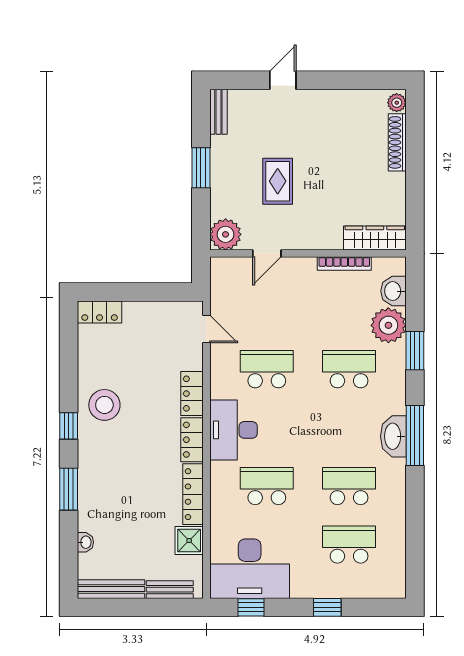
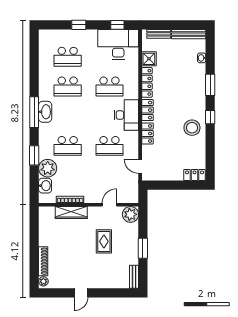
door: (283, 80) -> (81, 293), moved
wardrobe: (375, 238) -> (71, 213), moved

